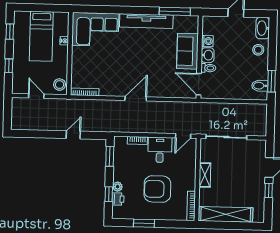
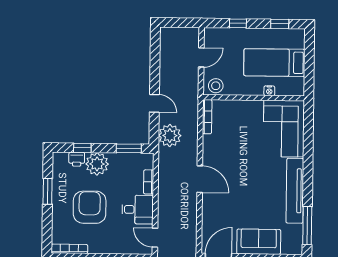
plant: (100, 123) -> (170, 136), added
plant: (118, 187) -> (97, 164), width x1.87, depth x1.87

